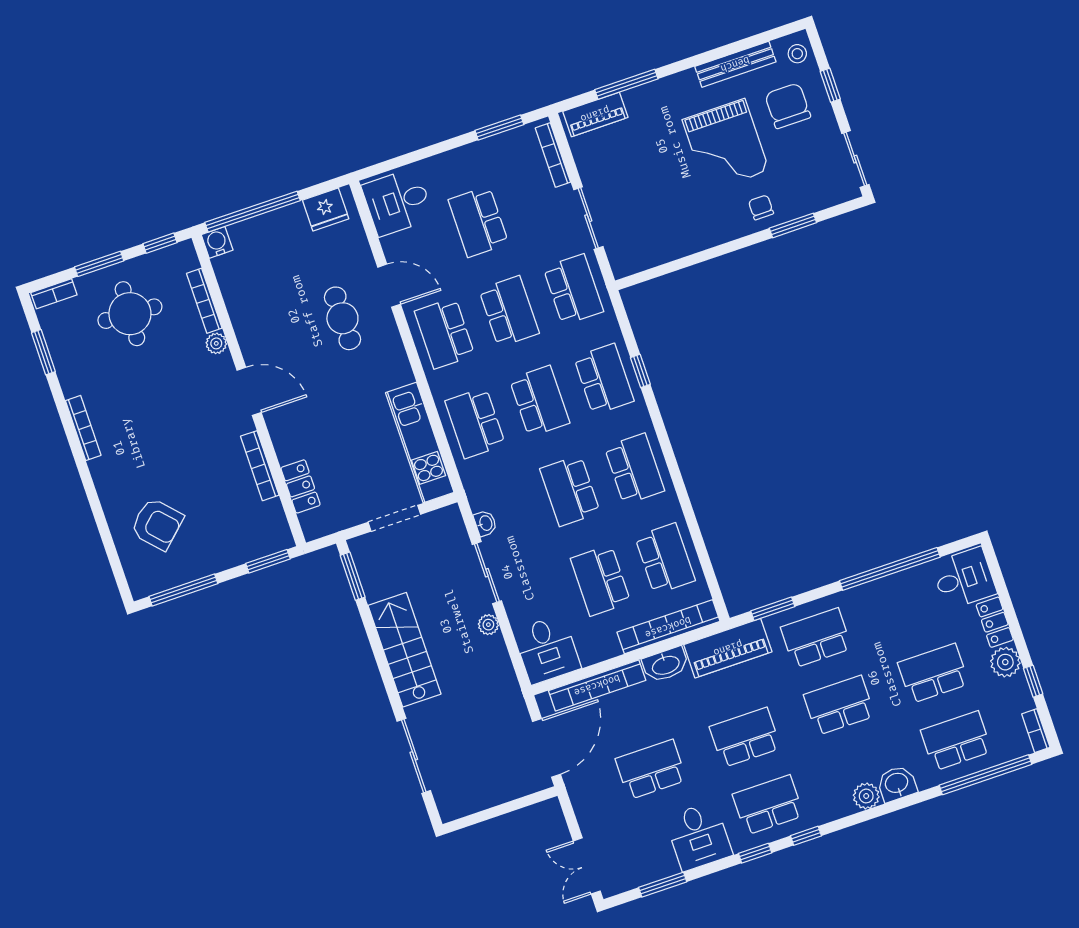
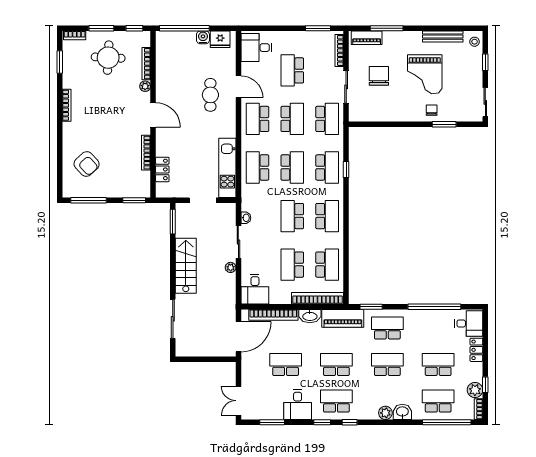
chair: (788, 106) -> (379, 76), moved
water cooler: (217, 242) -> (203, 37), moved
plant: (1005, 662) -> (475, 390), moved

